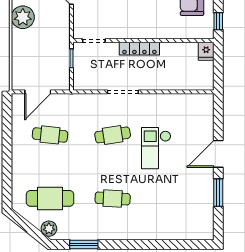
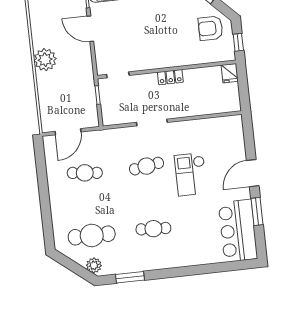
locker: (139, 49) -> (170, 77), width x0.66
bar counter: (197, 210) -> (238, 231), added

